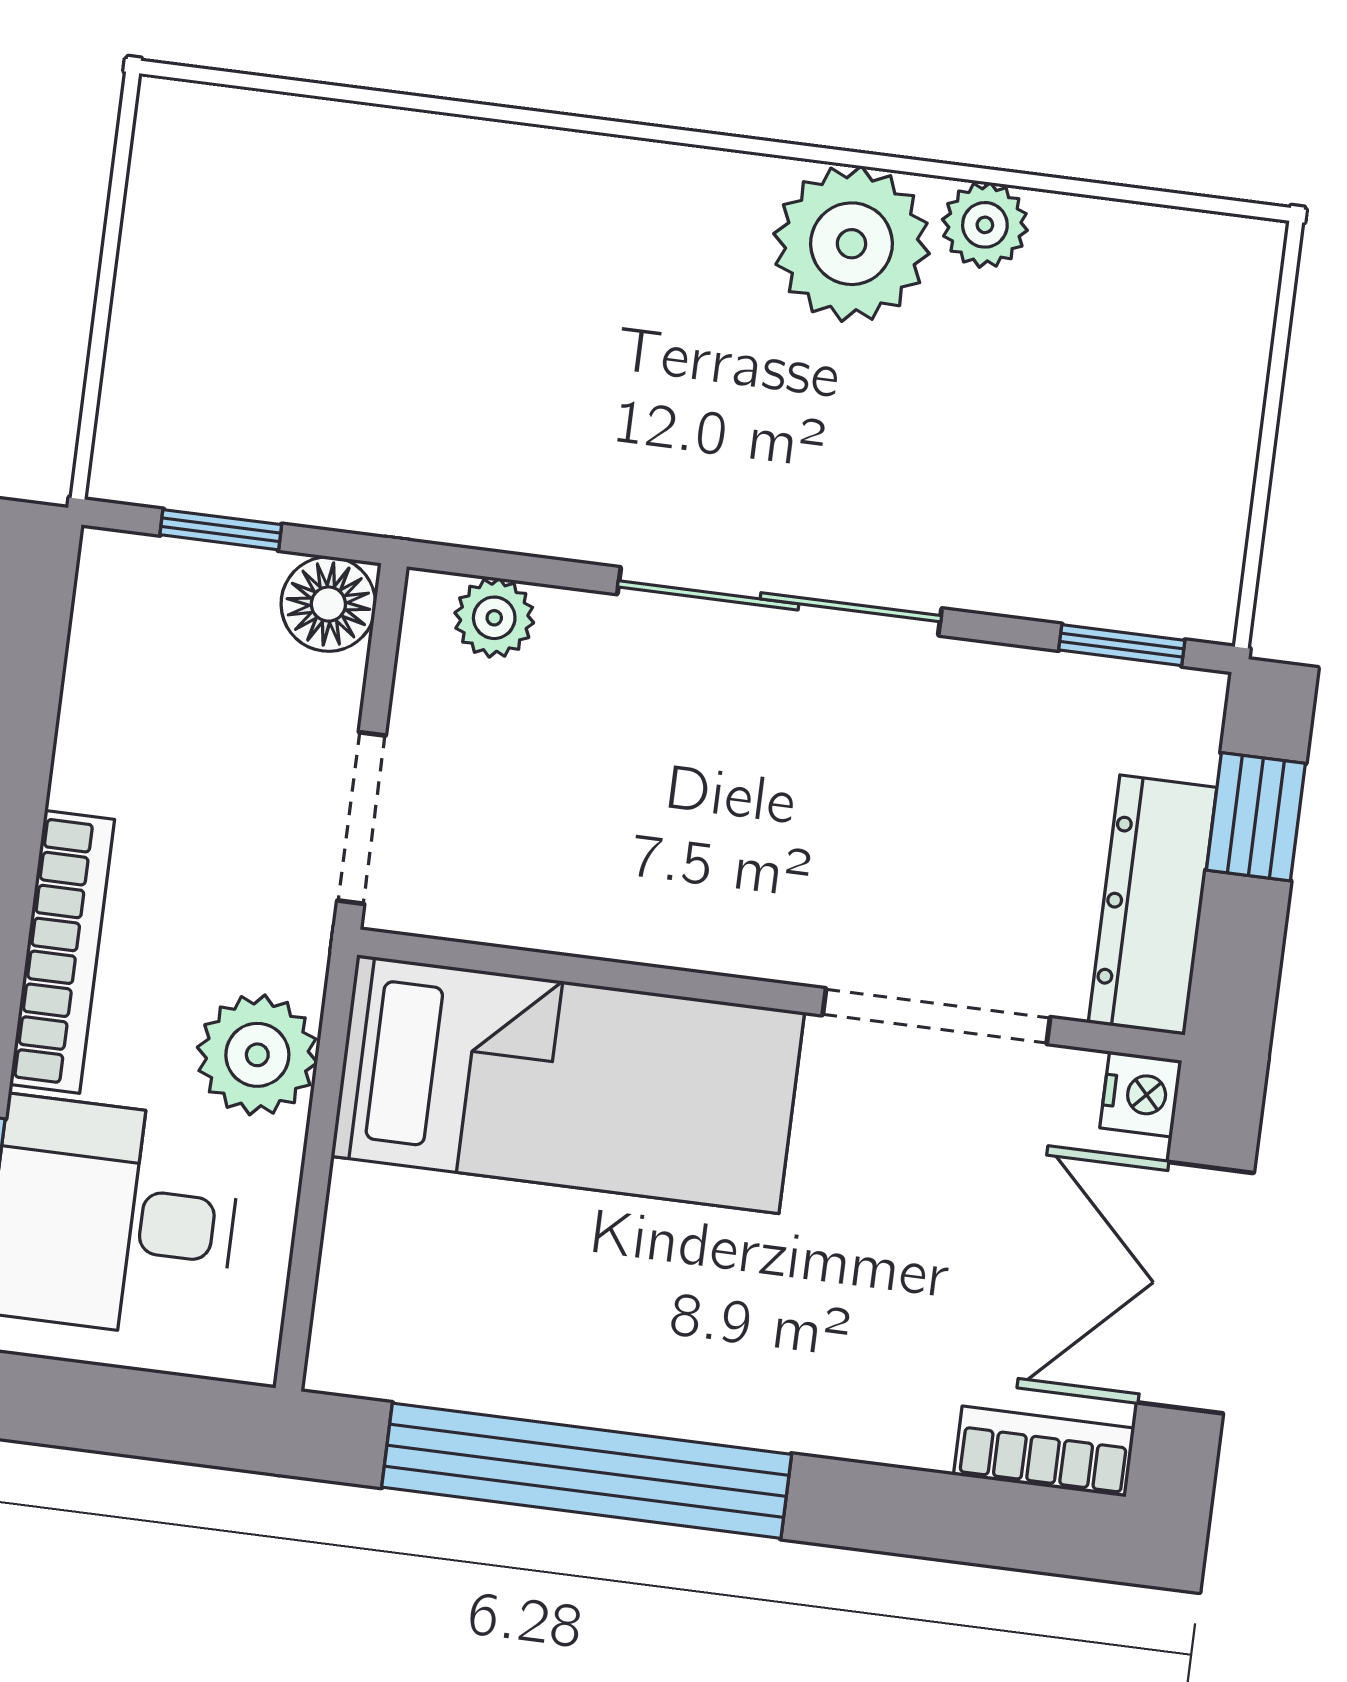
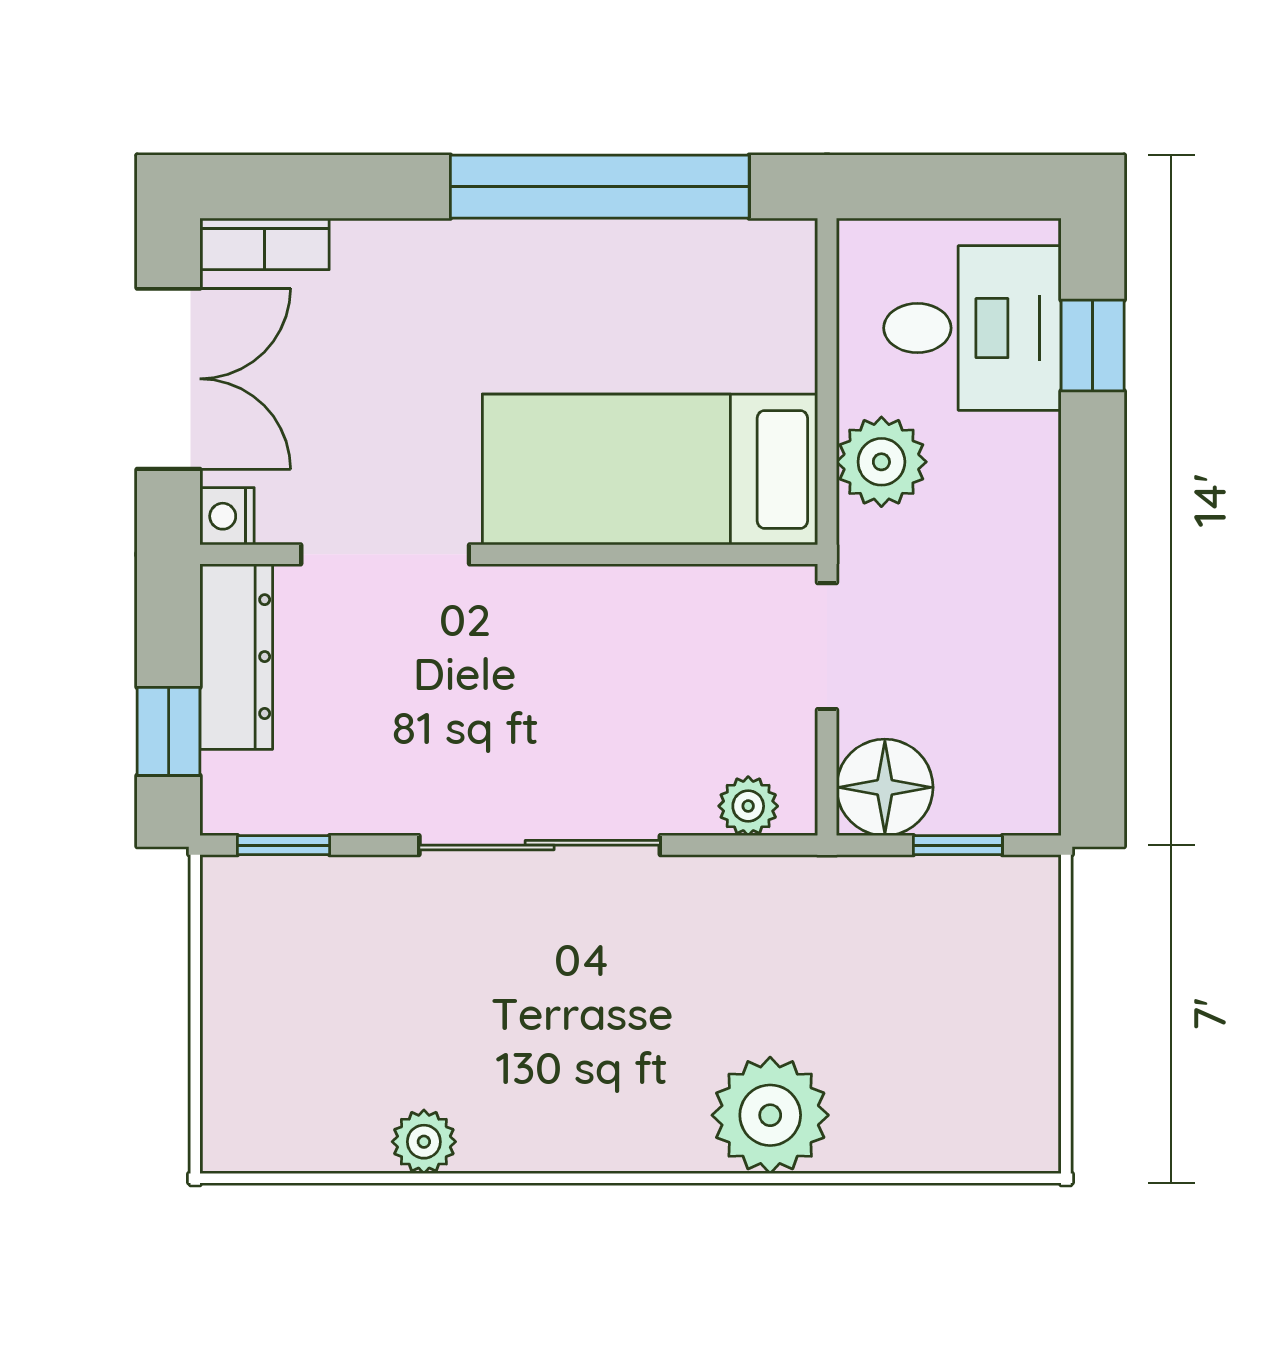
plant: (851, 244) -> (770, 1115), moved
floor lamp: (328, 604) -> (885, 787), width x1.38, depth x1.38
bookcase: (62, 952) -> (1035, 519), removed

